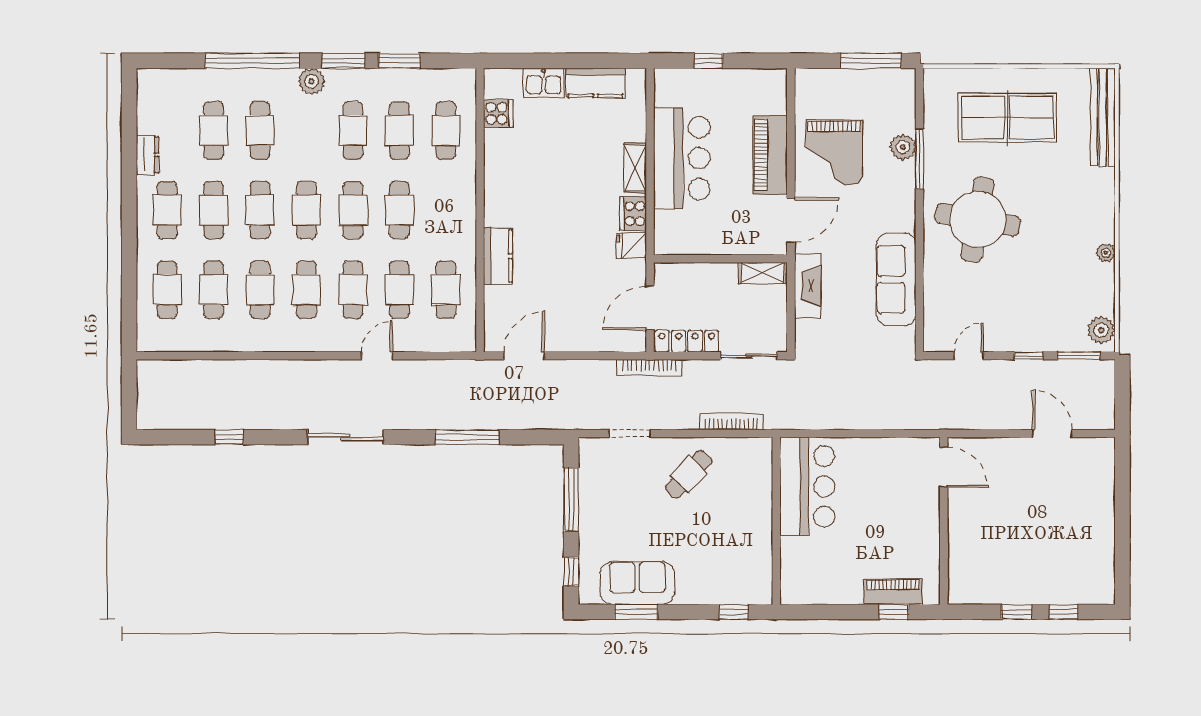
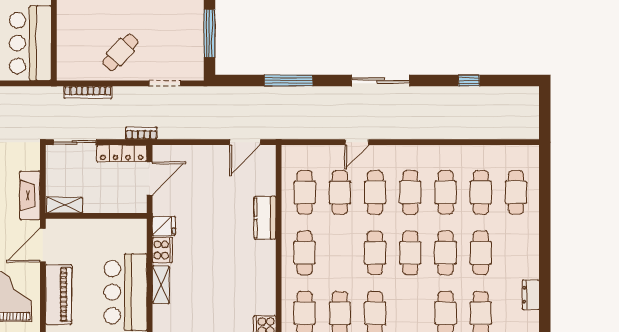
cafe table: (167, 210) -> (516, 253), removed
cafe table: (399, 210) -> (305, 253), moved
bookcase: (649, 368) -> (141, 133), width x0.64

